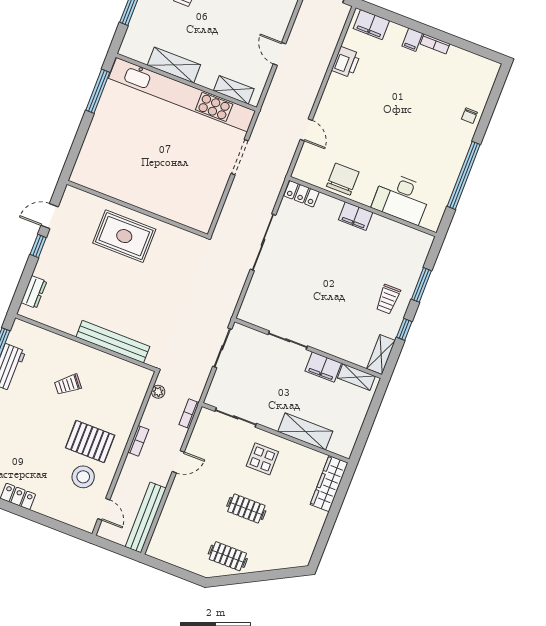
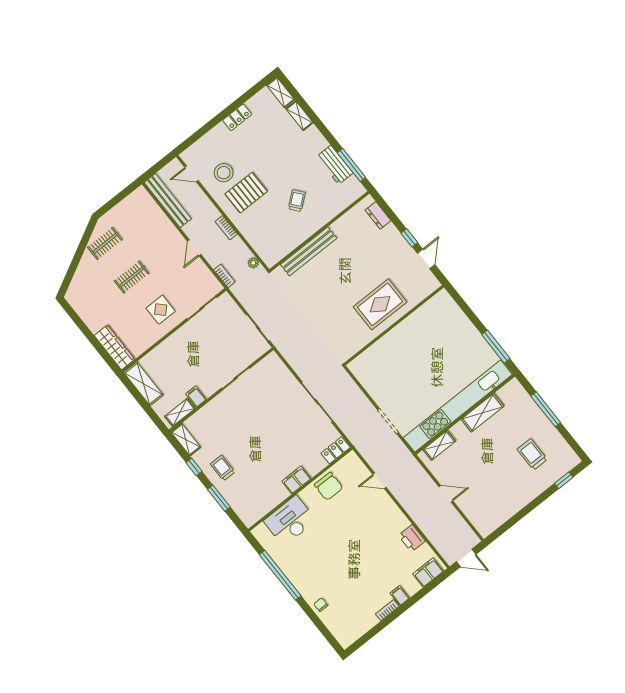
filing cabinet: (323, 367) -> (196, 397), width x0.50
shelving: (305, 431) -> (143, 384), moved, turned 90

